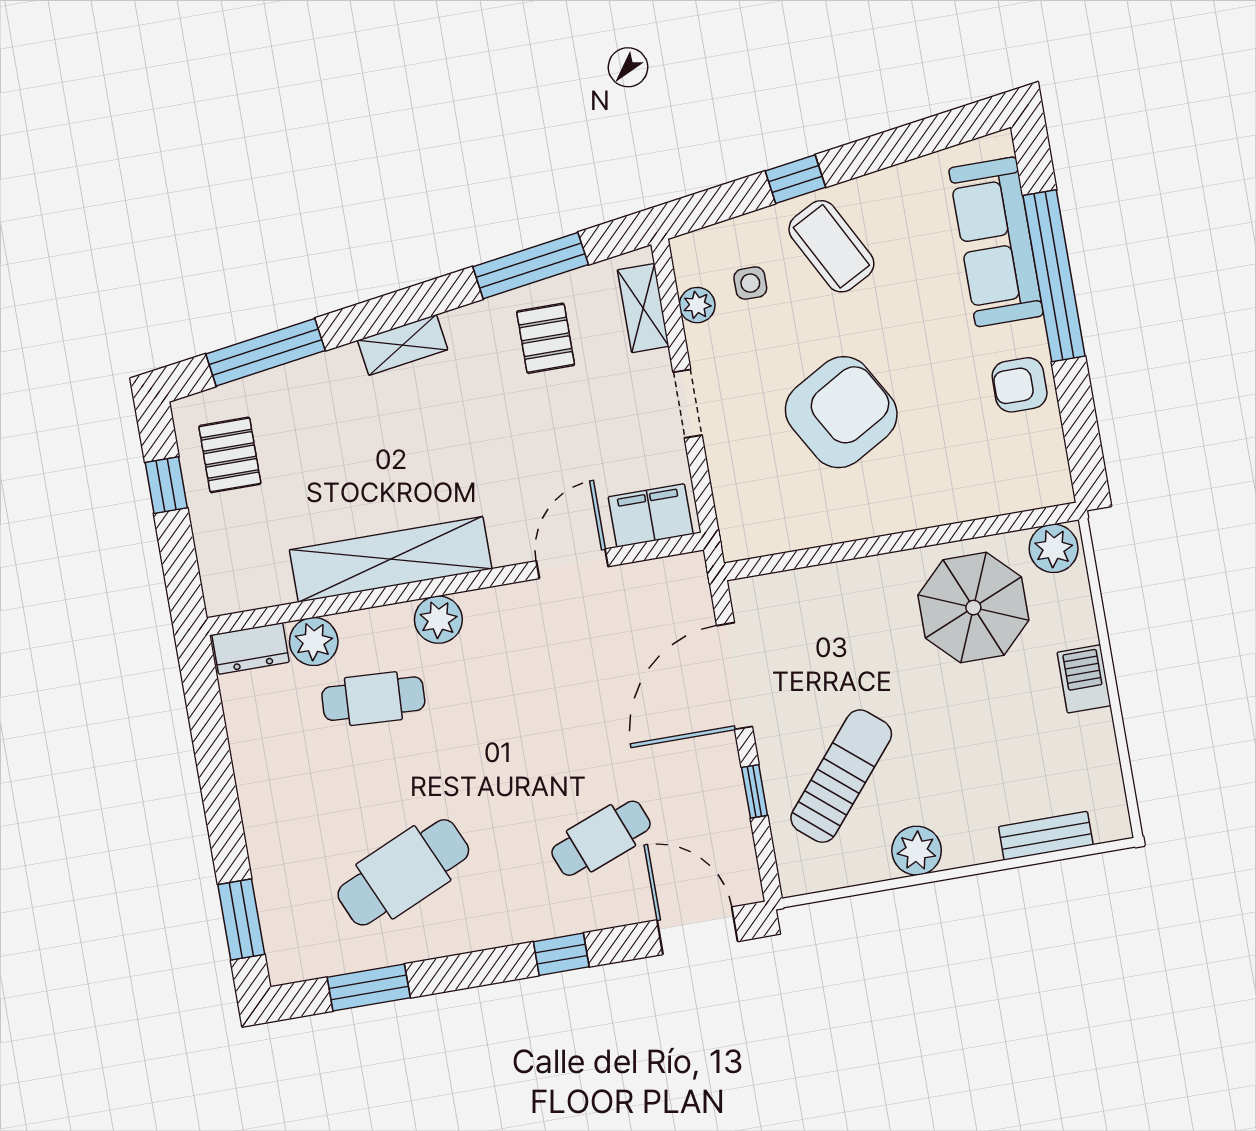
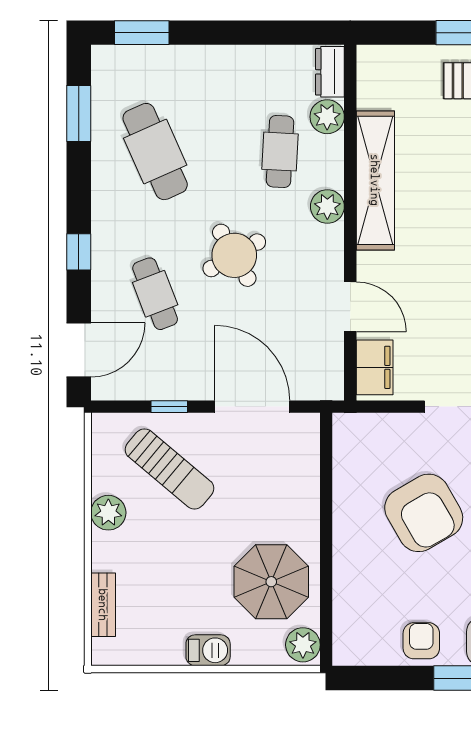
round table: (529, 737) -> (234, 255), added

